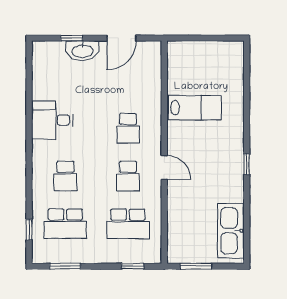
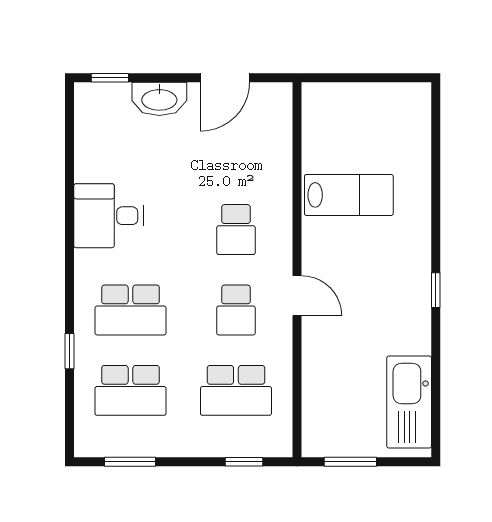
window: (72, 38) -> (110, 78), moved
school desk: (65, 176) -> (131, 310), width x1.85
window: (29, 230) -> (70, 351), moved

